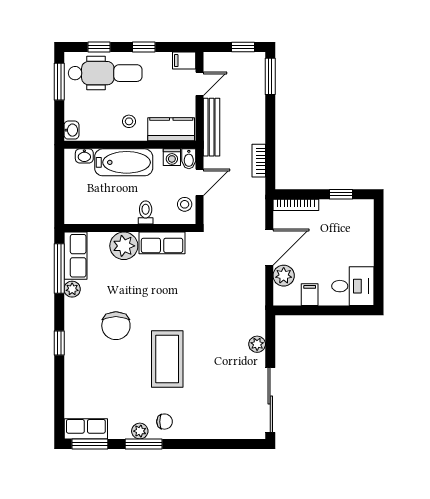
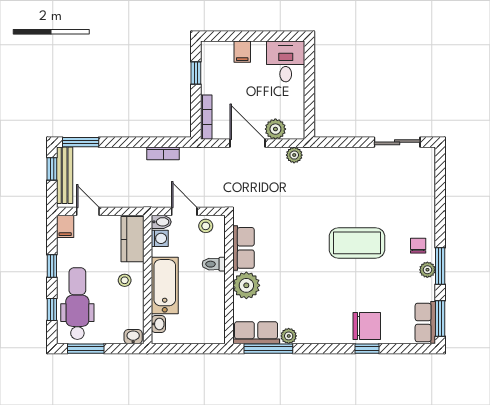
bench: (212, 127) -> (65, 175), moved, turned 90
filing cabinet: (310, 295) -> (242, 52), moved, turned -90
chair: (116, 326) -> (367, 326), moved
window: (59, 343) -> (367, 349), moved
plant: (257, 344) -> (294, 155), moved
sliding door: (270, 400) -> (397, 142), width x0.73

